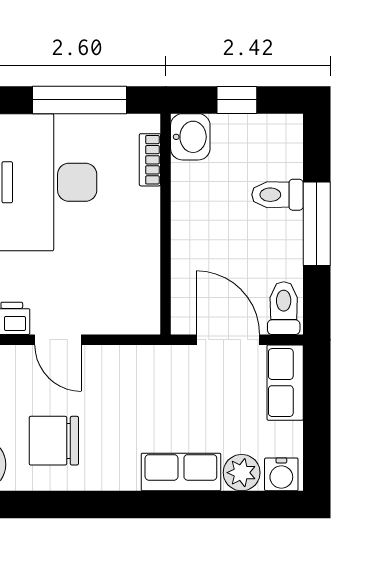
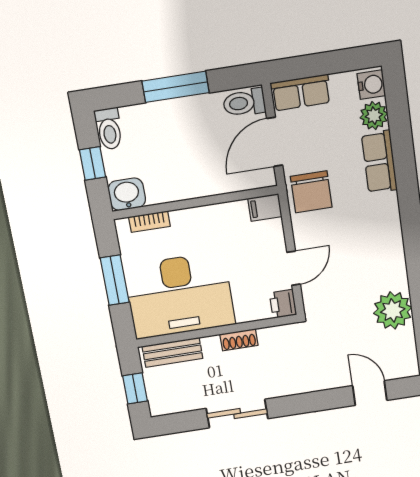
window: (79, 100) -> (115, 280), width x0.69
toilet: (277, 195) -> (109, 129), moved
filing cabinet: (145, 314) -> (265, 207), added
chair: (54, 441) -> (311, 192), moved

